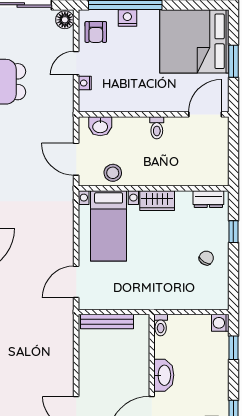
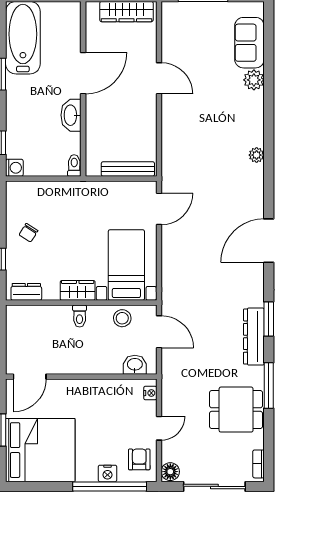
nightstand: (85, 83) -> (150, 393), moved
toilet: (157, 128) -> (80, 316), moved, turned 180

